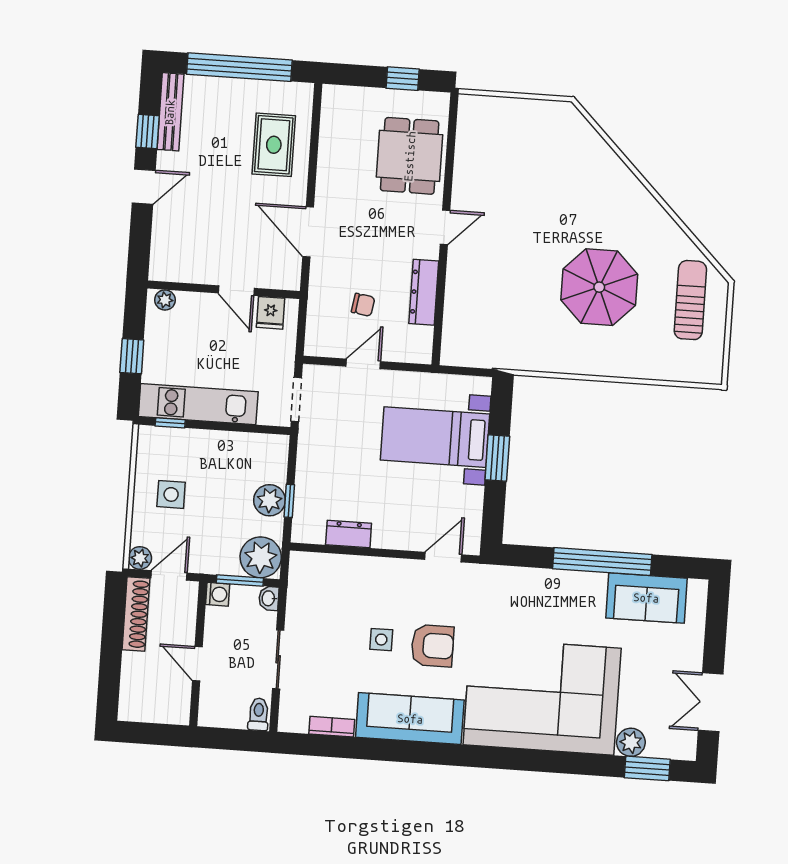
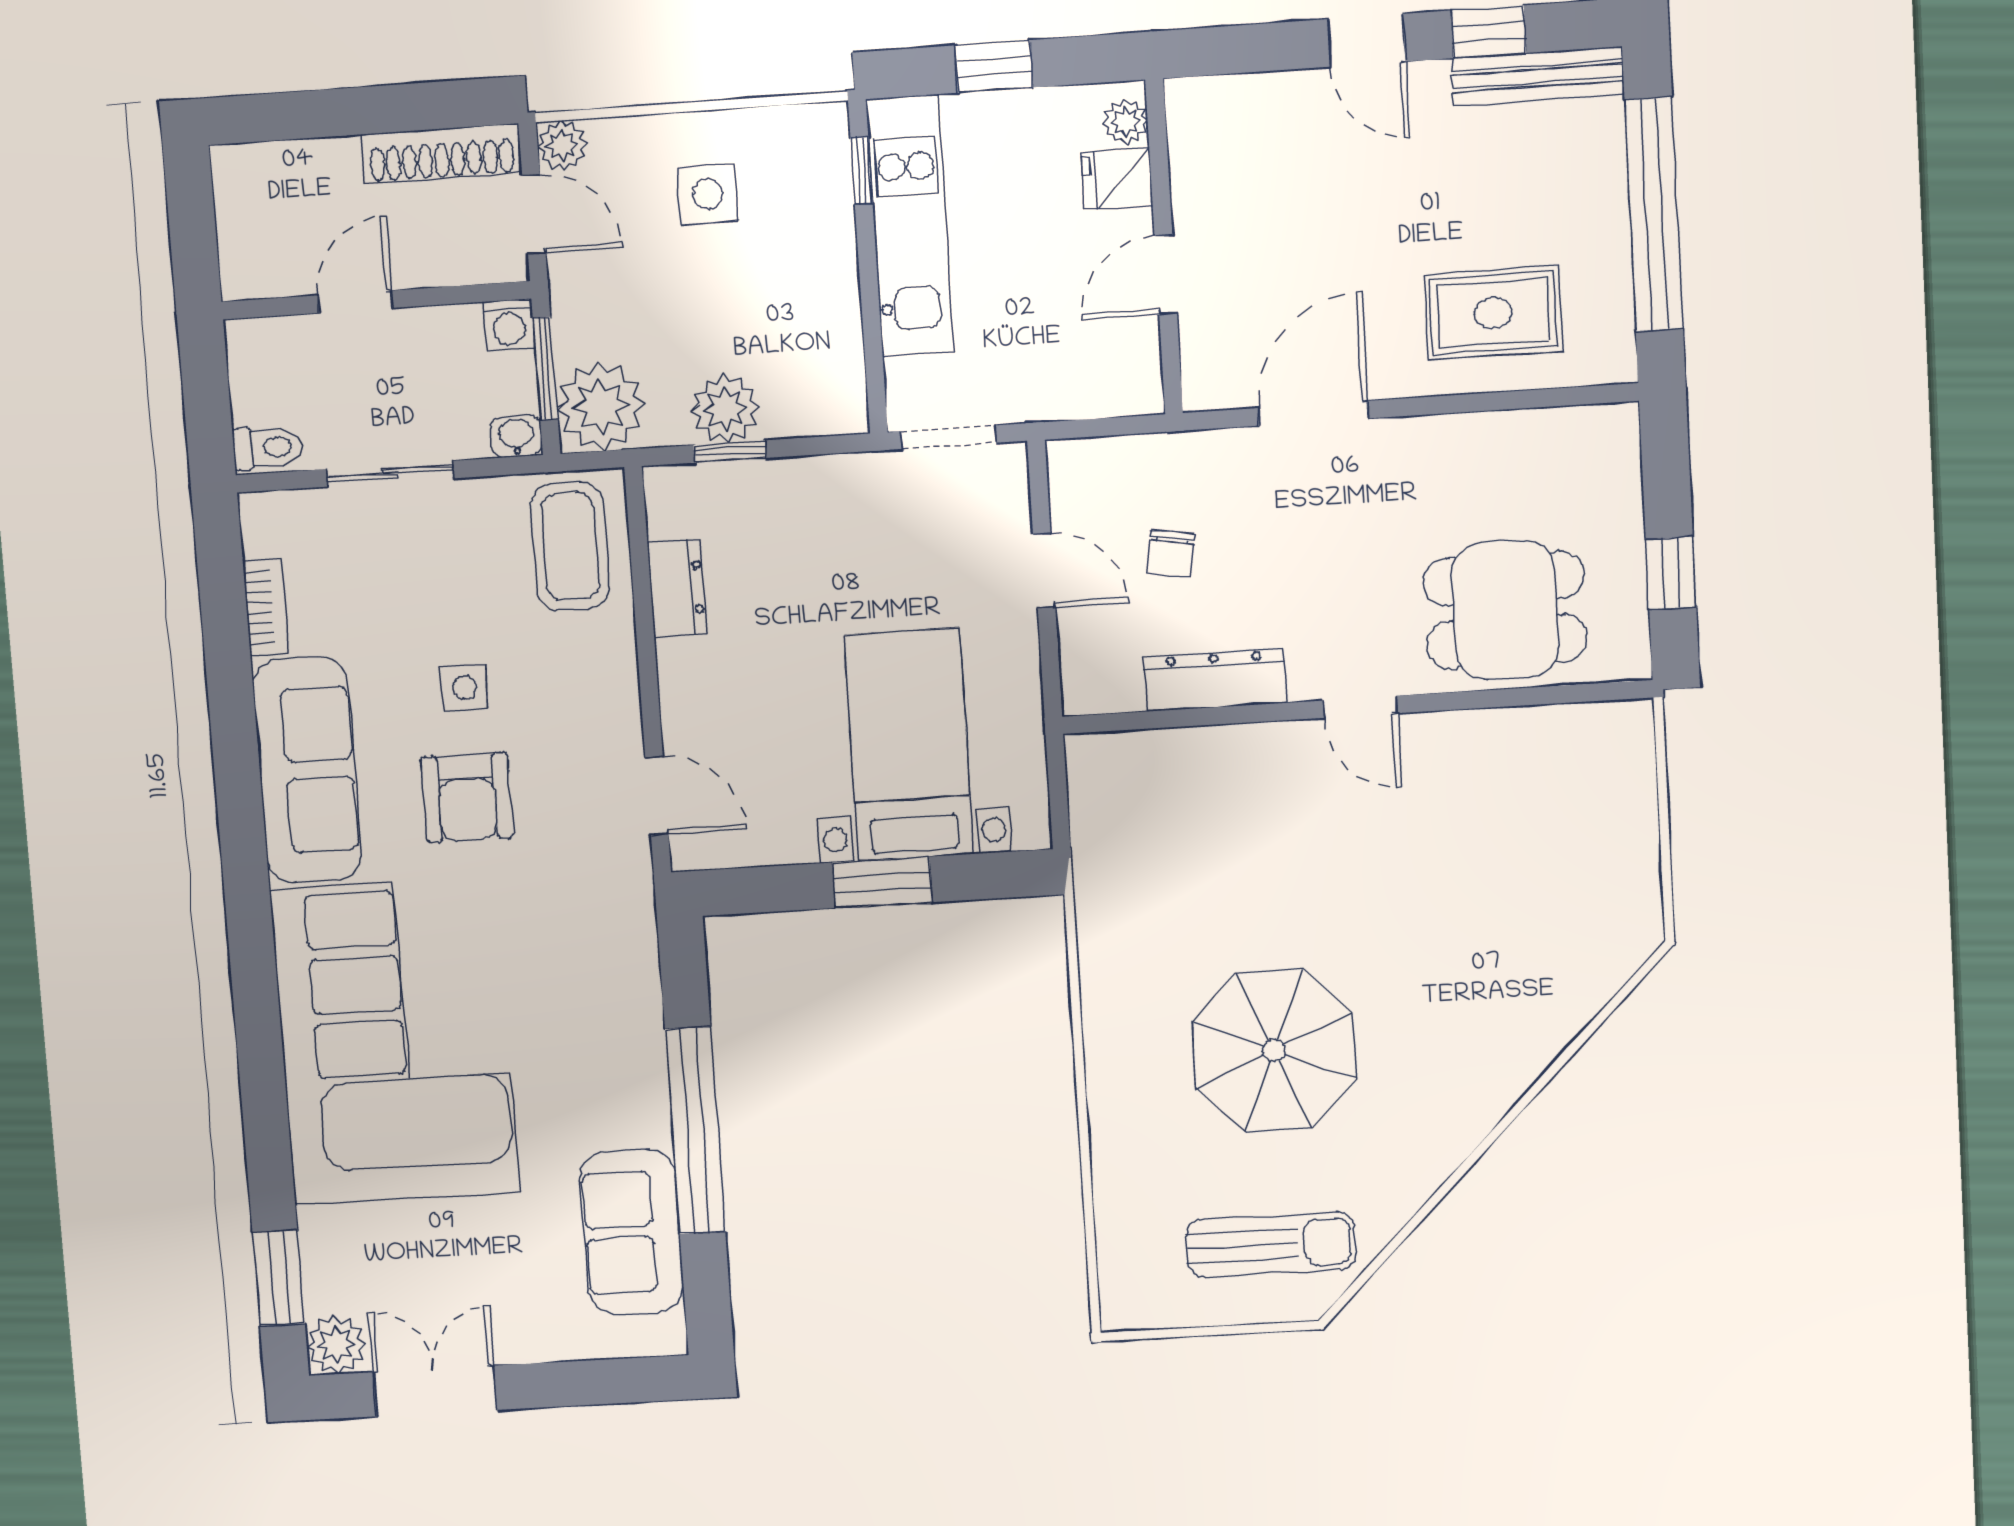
fridge: (271, 313) -> (1117, 179), moved
coffee table: (323, 581) -> (570, 546), added
plant: (631, 742) -> (336, 1345), moved

